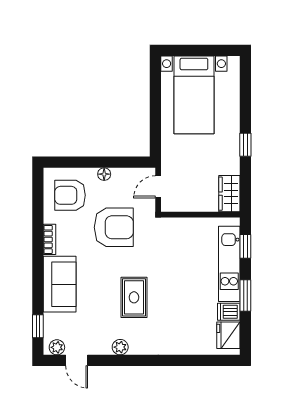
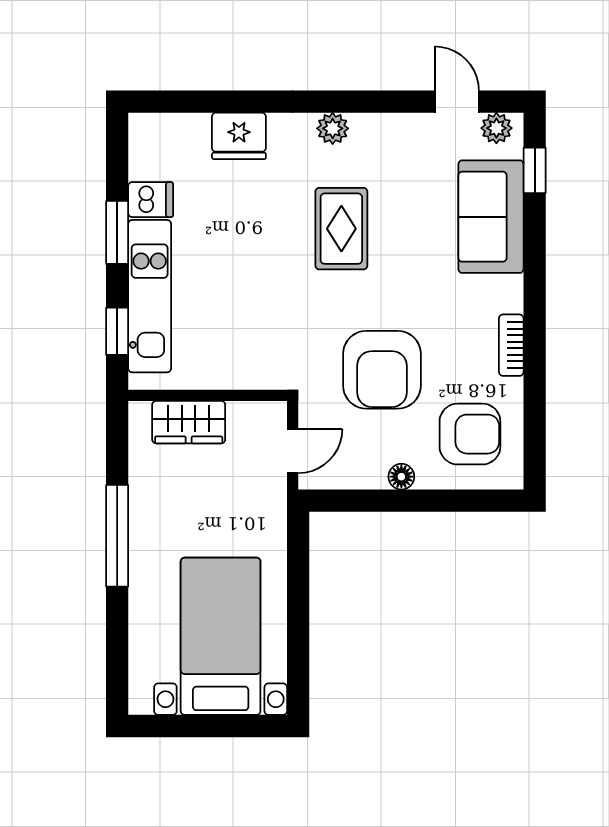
window: (245, 145) -> (117, 536), width x2.17
wardrobe: (229, 194) -> (189, 422), moved, turned 90
armchair: (114, 227) -> (382, 370), turned -90
sofa: (60, 284) -> (491, 217), moved
fridge: (228, 335) -> (239, 136), moved, turned 90
plant: (120, 347) -> (333, 128), moved

